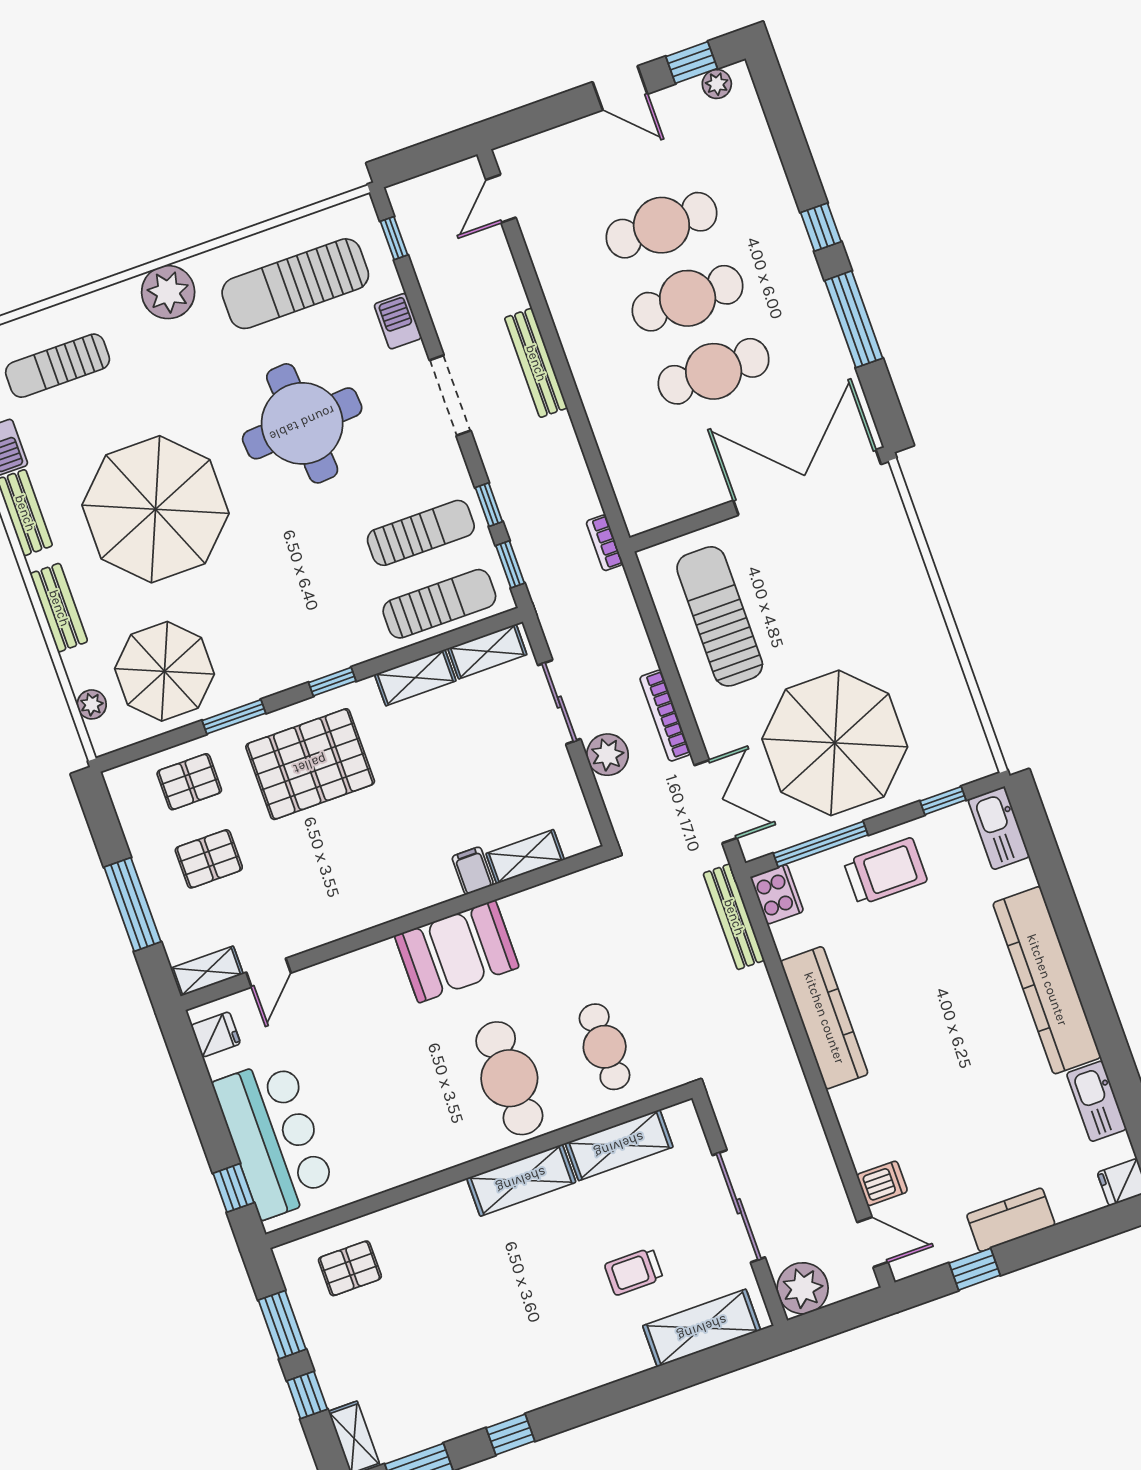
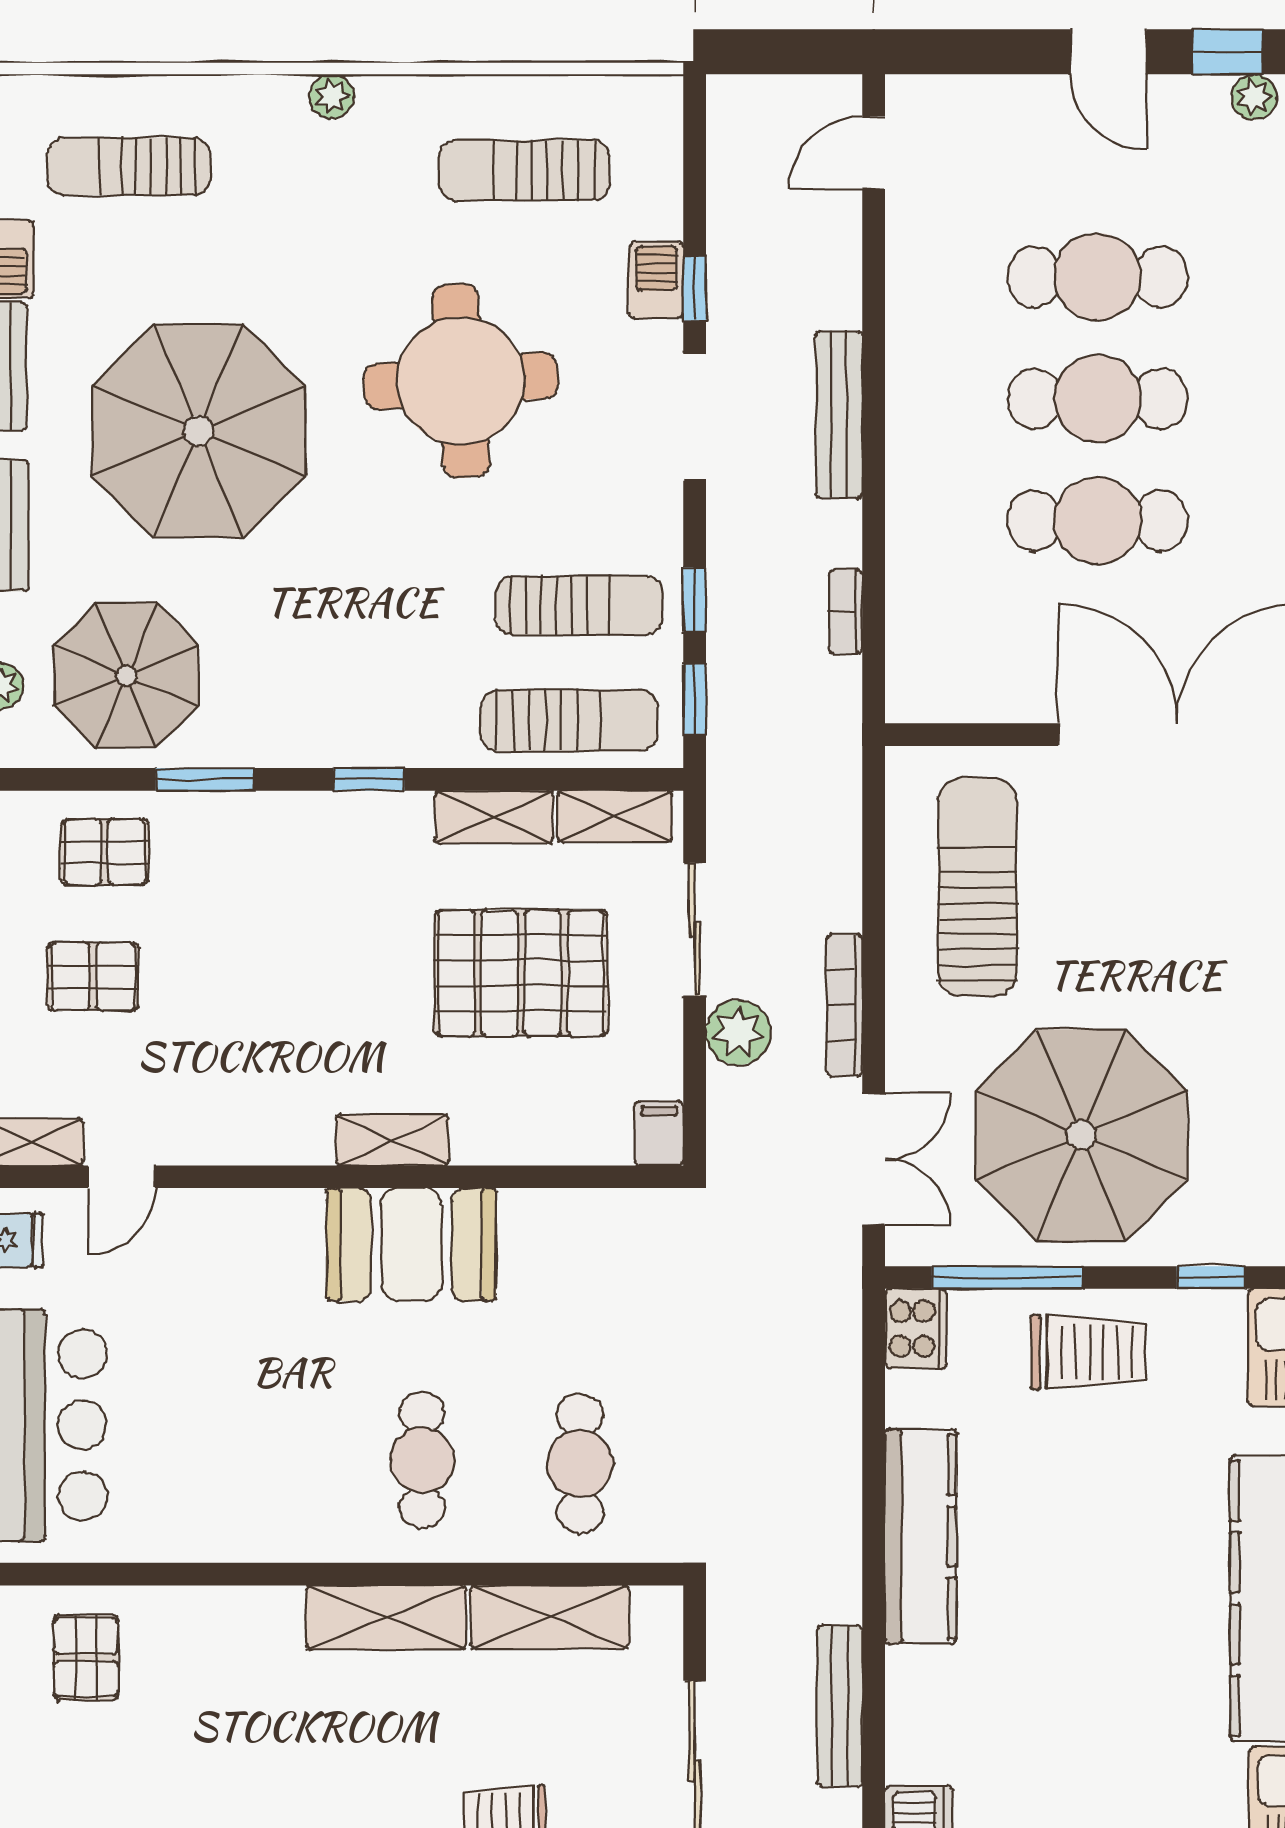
window: (394, 238) -> (695, 288), moved
sun lounger: (295, 284) -> (524, 170), width x0.73, depth x0.75
plant: (168, 292) -> (331, 96), width x0.53, depth x0.53
bookcase: (605, 543) -> (846, 611), moved
pallet: (310, 764) -> (521, 973), moved
shelving: (525, 857) -> (392, 1140), moved
filing cabinet: (473, 871) -> (659, 1133), moved
bench: (734, 917) -> (840, 1706), moved
cafe table: (509, 1078) -> (422, 1460), width x0.73, depth x0.74
pallet: (350, 1268) -> (86, 1657), turned 90

